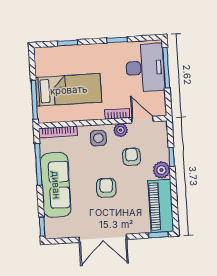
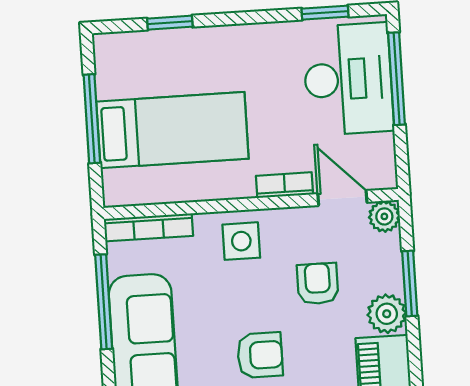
window: (117, 40) -> (325, 13), moved
window: (34, 100) -> (92, 119), moved
plant: (121, 130) -> (384, 216), moved
window: (172, 157) -> (410, 284), width x1.50
armchair: (106, 188) -> (260, 355), turned 88

